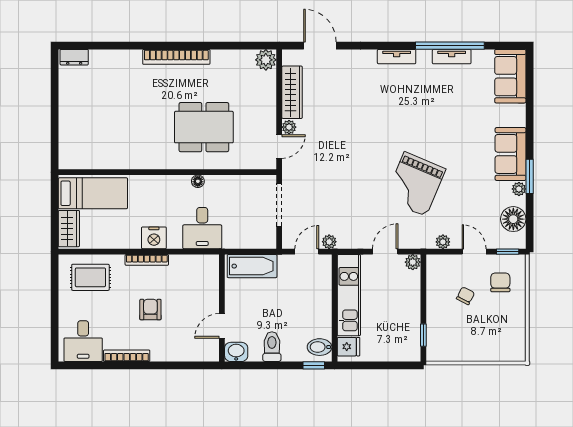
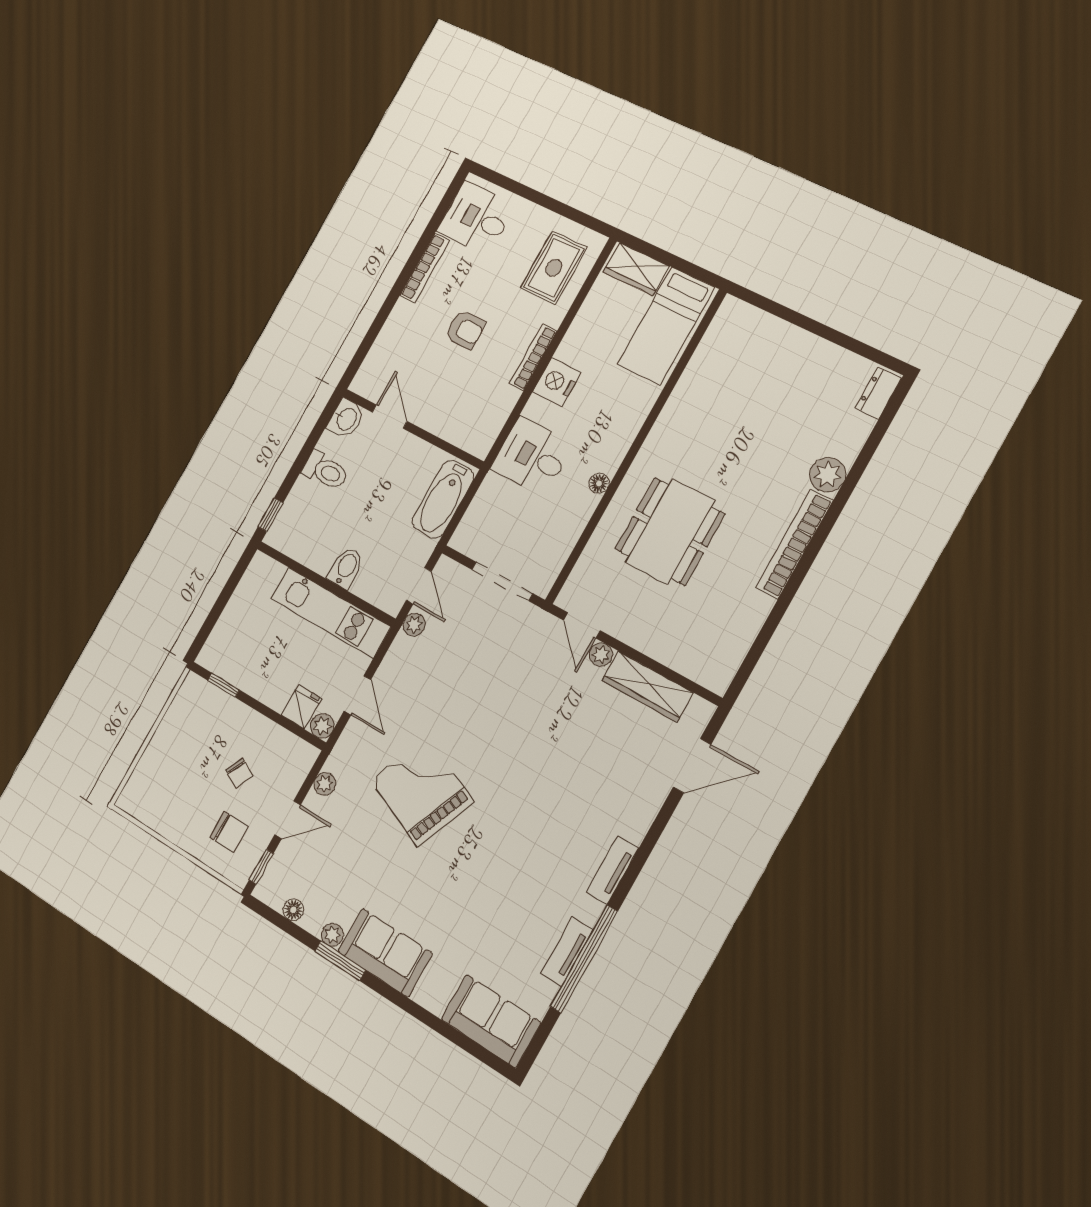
plant: (266, 60) -> (828, 475), moved
floor lamp: (513, 219) -> (293, 910), width x0.53, depth x0.53
bidet: (320, 347) -> (346, 568), moved
fridge: (349, 347) -> (301, 707), moved, turned 180

